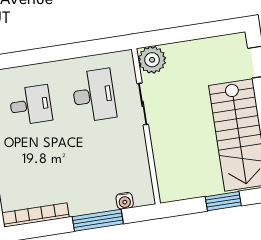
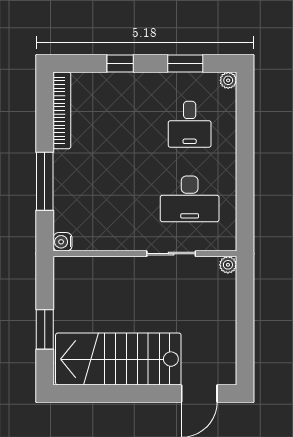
plant: (152, 60) -> (228, 265), width x0.53, depth x0.53
water cooler: (125, 201) -> (63, 242), moved

